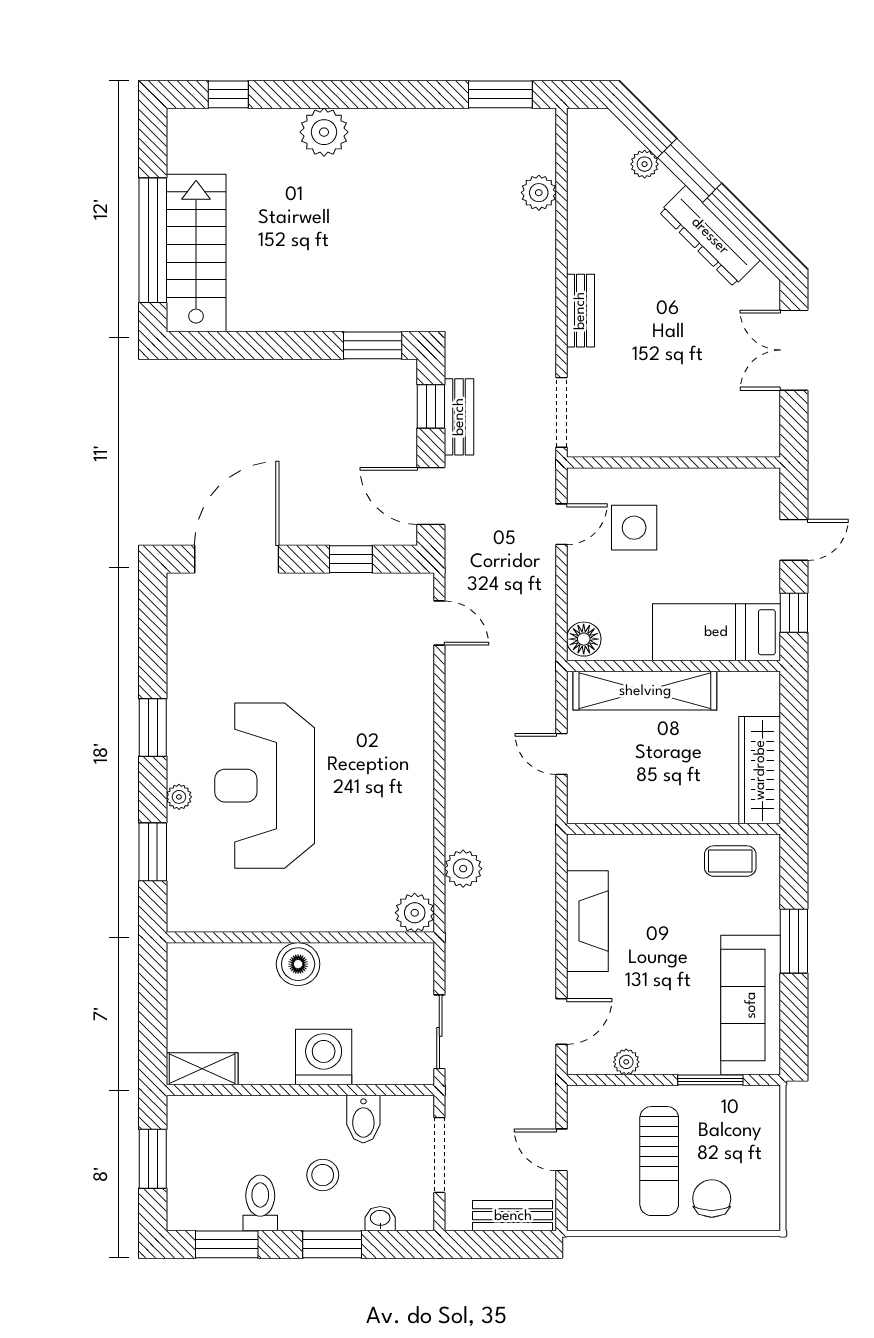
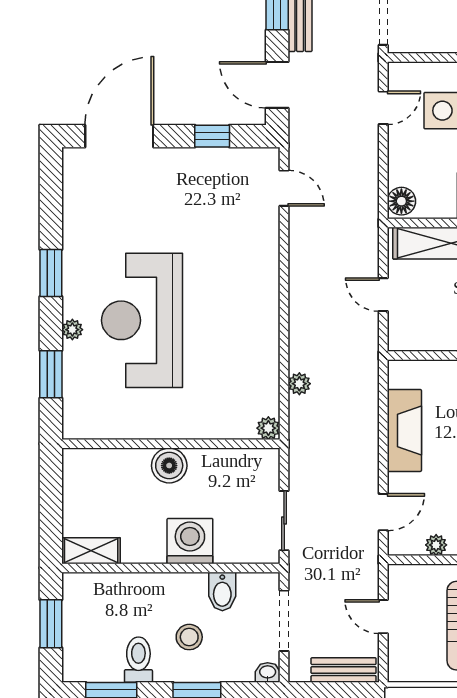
plant: (463, 869) -> (299, 384), width x0.73, depth x0.73
plant: (415, 913) -> (268, 428), width x0.73, depth x0.73
washbasin: (380, 1219) -> (268, 672), moved

